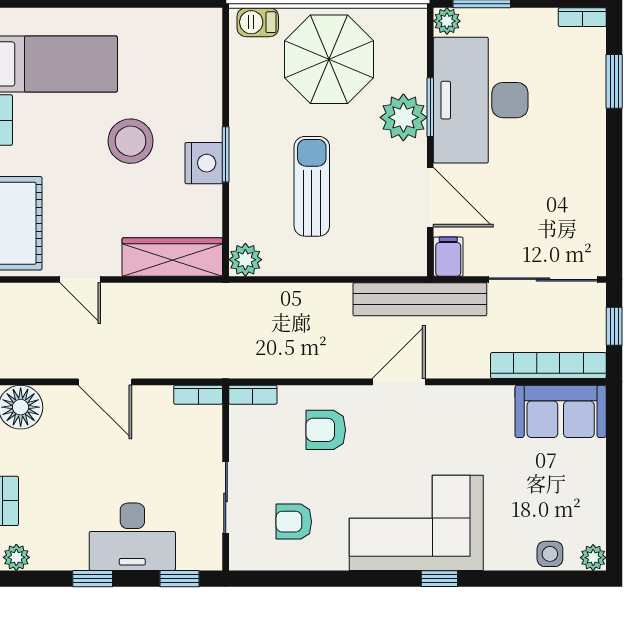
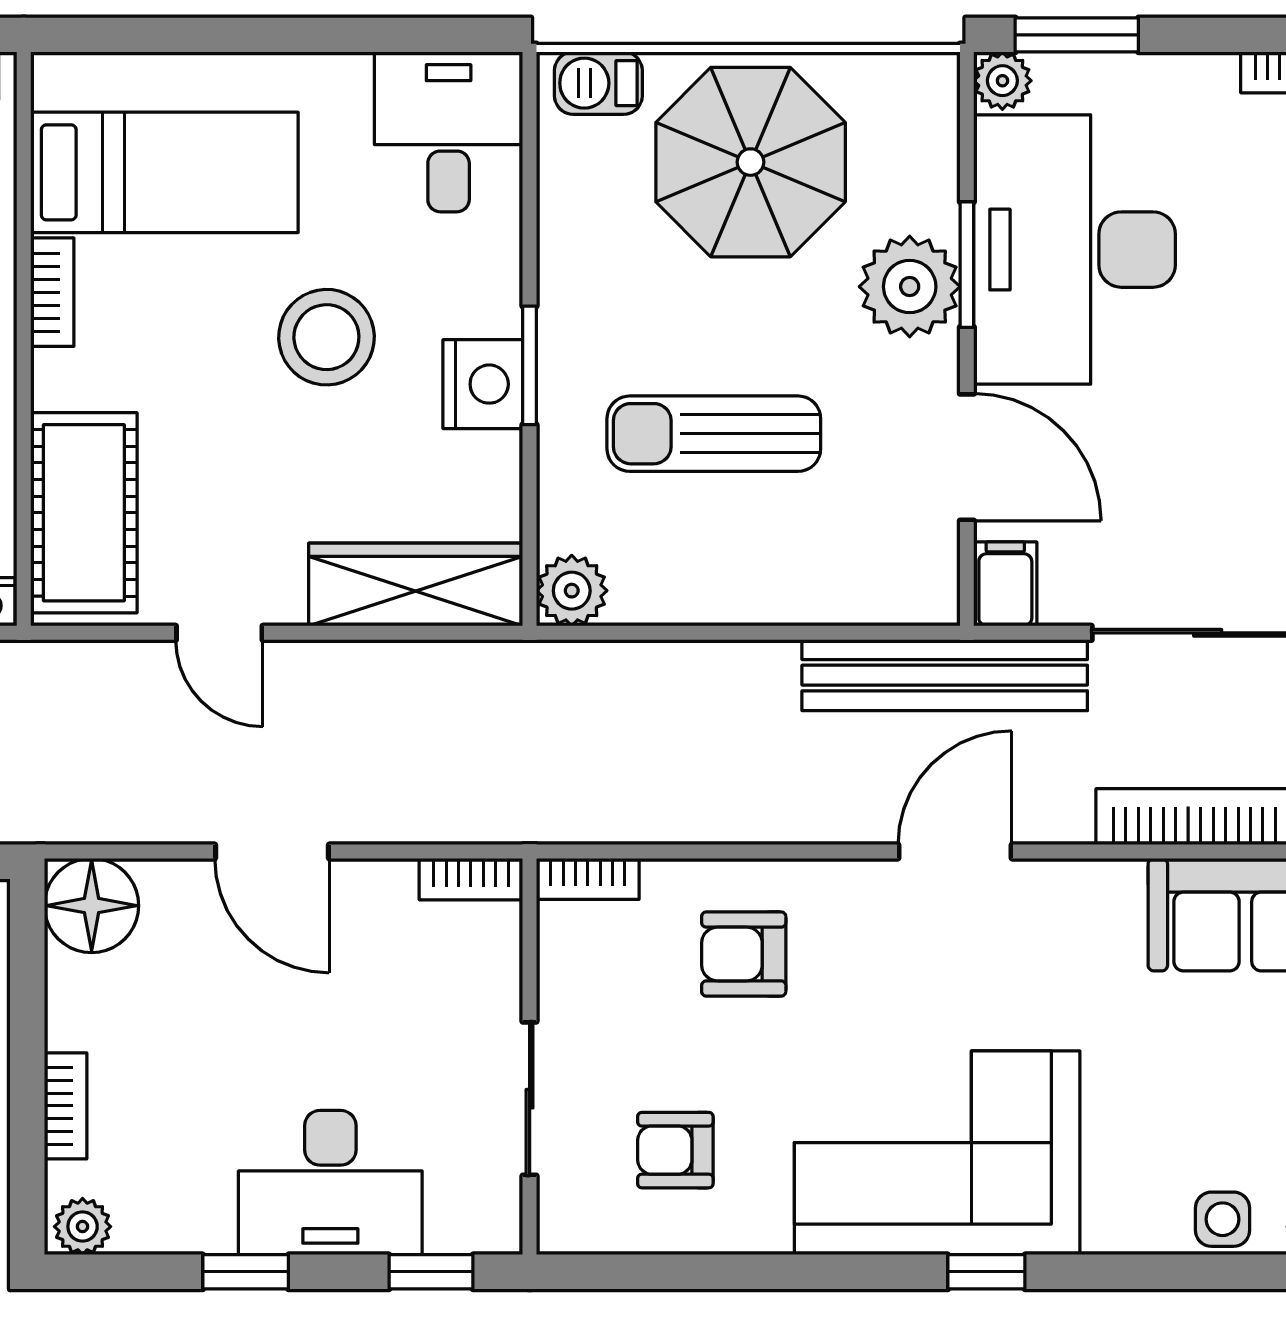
desk: (188, 45) -> (449, 132), added
sun lounger: (312, 186) -> (714, 434), turned -90
door: (399, 382) -> (955, 852), moved

